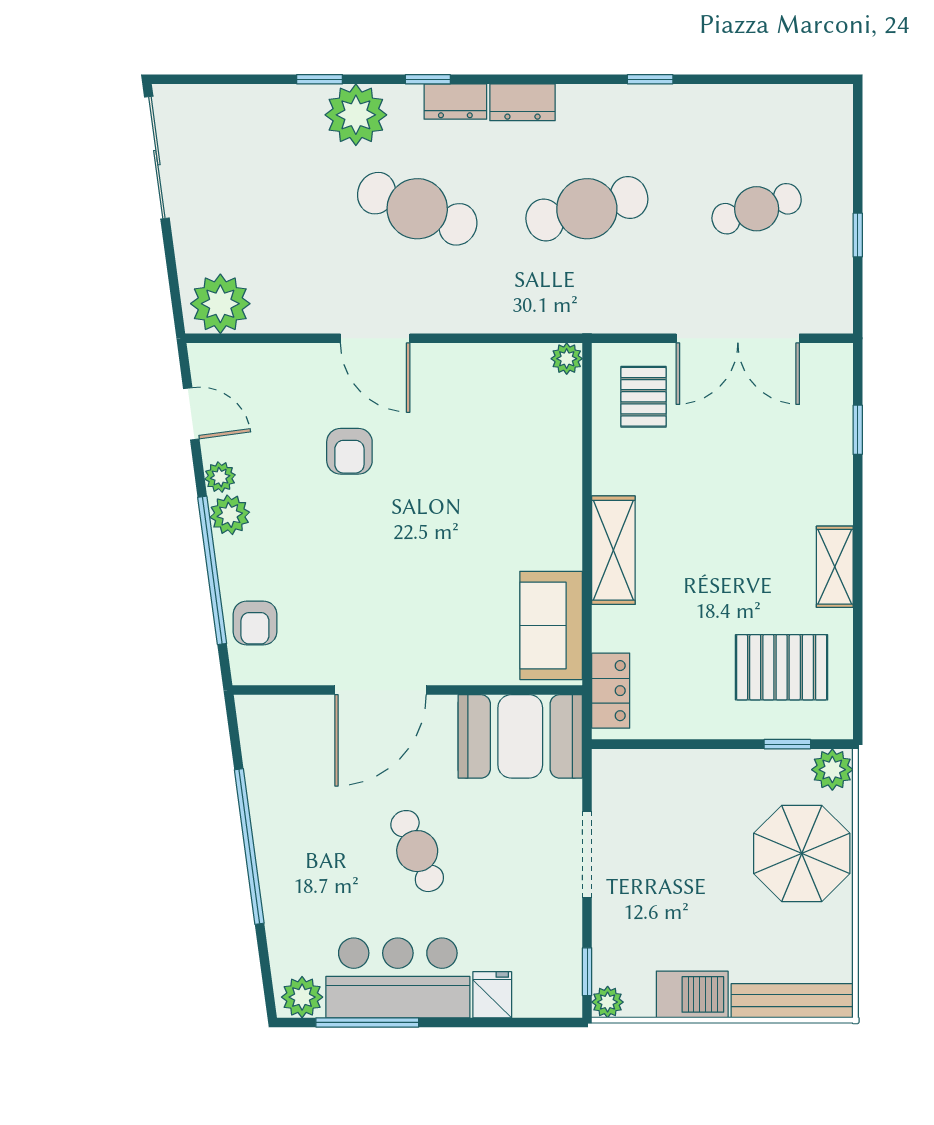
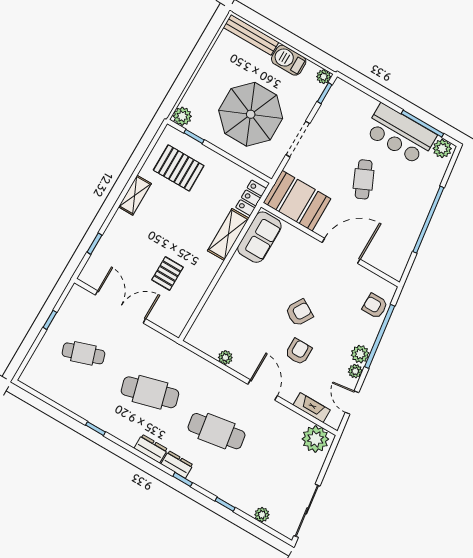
plant: (356, 115) -> (262, 515), moved, width x0.53, depth x0.53
cafe table: (417, 209) -> (216, 431), turned -30
fireplace: (262, 359) -> (312, 408), added
plant: (567, 359) -> (225, 357), moved
pallet: (643, 397) -> (168, 273), moved
armchair: (392, 526) -> (299, 313), added
shelving: (613, 550) -> (228, 234), moved
armchair: (255, 623) -> (375, 306), turned -90
parasol: (802, 853) -> (251, 114), moved, width x1.36, depth x1.36
fridge: (492, 995) -> (367, 106), removed

